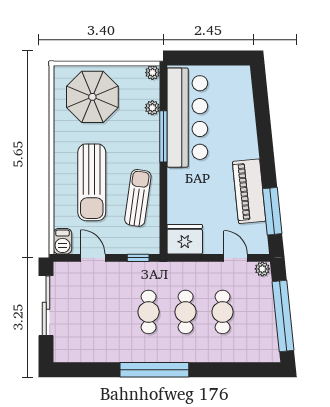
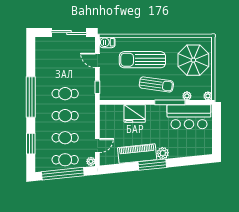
bar counter: (187, 118) -> (189, 117), width x0.73
plant: (248, 148) -> (163, 153), added
sun lounger: (138, 198) -> (156, 84), moved
window: (272, 211) -> (152, 165), moved
fridge: (185, 239) -> (135, 114), moved, turned 90
door: (93, 258) -> (97, 60), swing flipped
cafe table: (260, 312) -> (65, 160), added
window: (233, 370) -> (31, 144), added

